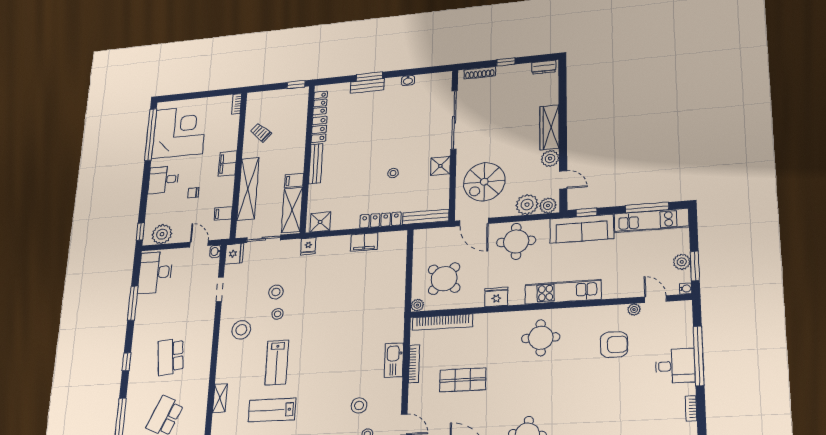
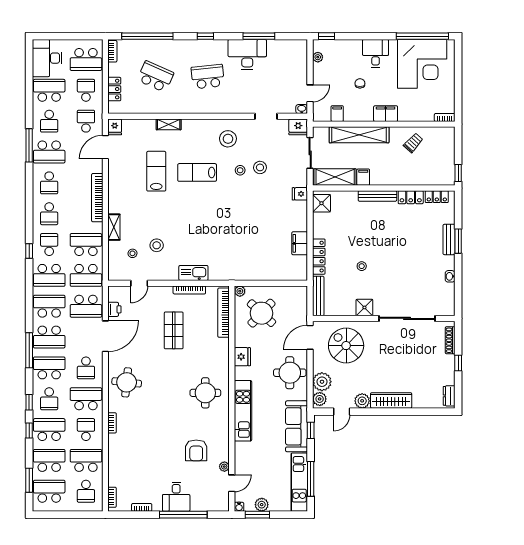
plant: (162, 234) -> (318, 57), width x0.53, depth x0.53
desk: (155, 272) -> (247, 54), moved

